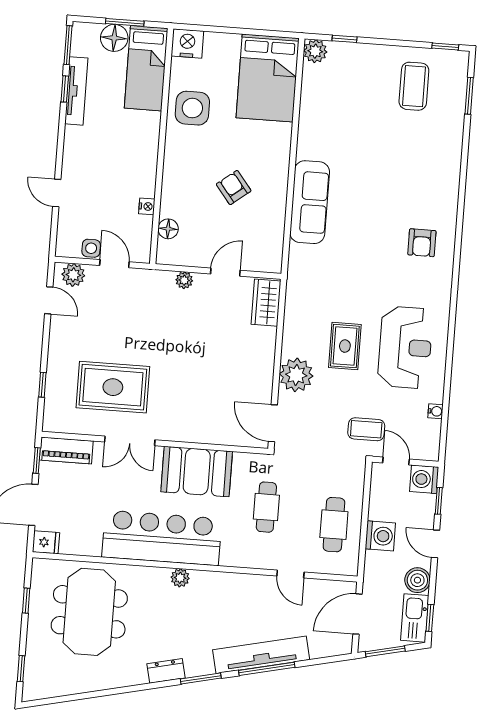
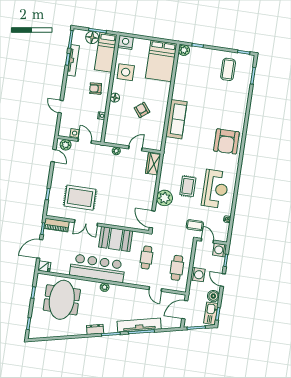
armchair: (130, 148) -> (96, 89), added
floor lamp: (168, 229) -> (115, 98), moved
armchair: (422, 243) -> (226, 141), width x1.88, depth x1.88

